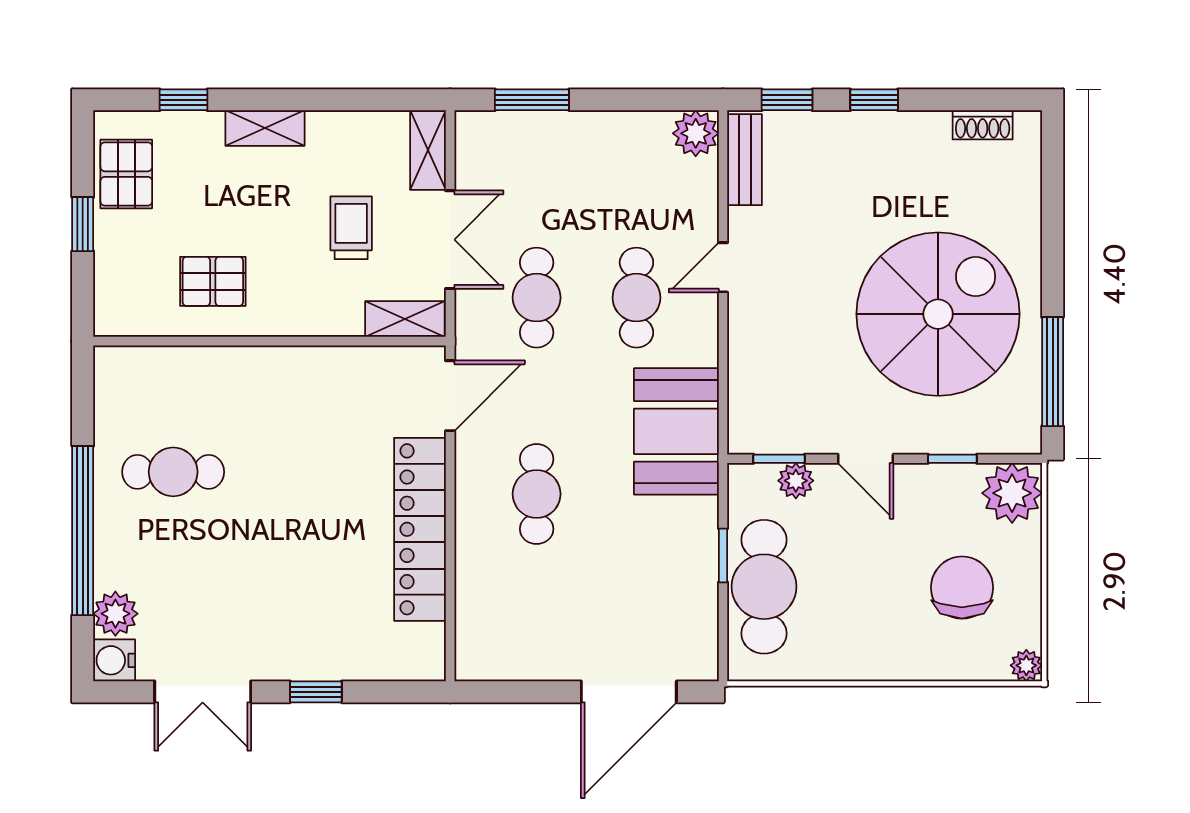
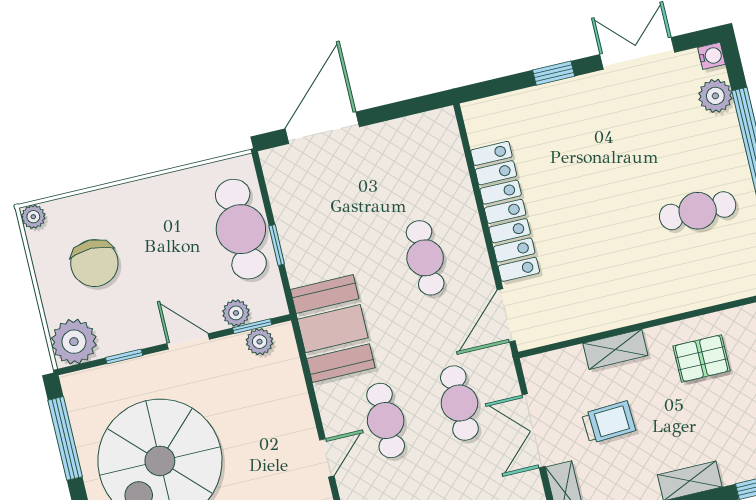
trolley: (351, 228) -> (609, 422), turned -93
shelving: (405, 319) -> (615, 349), moved
plant: (774, 437) -> (260, 342), added
water cooler: (114, 660) -> (712, 56), width x0.72, depth x0.72

